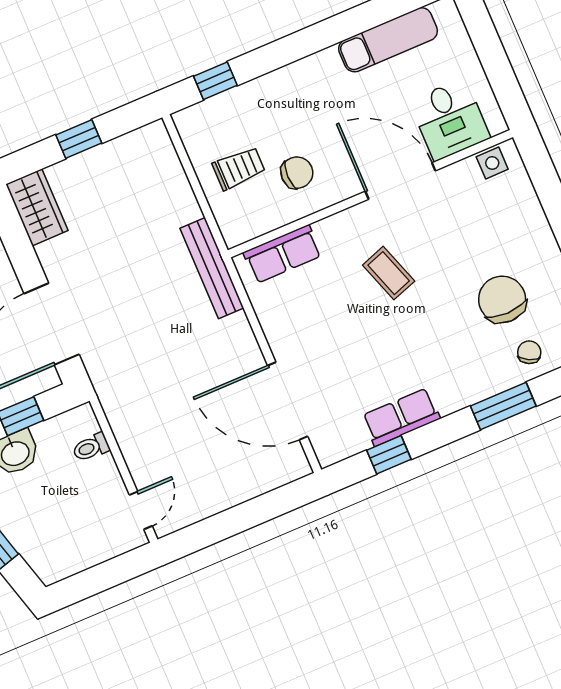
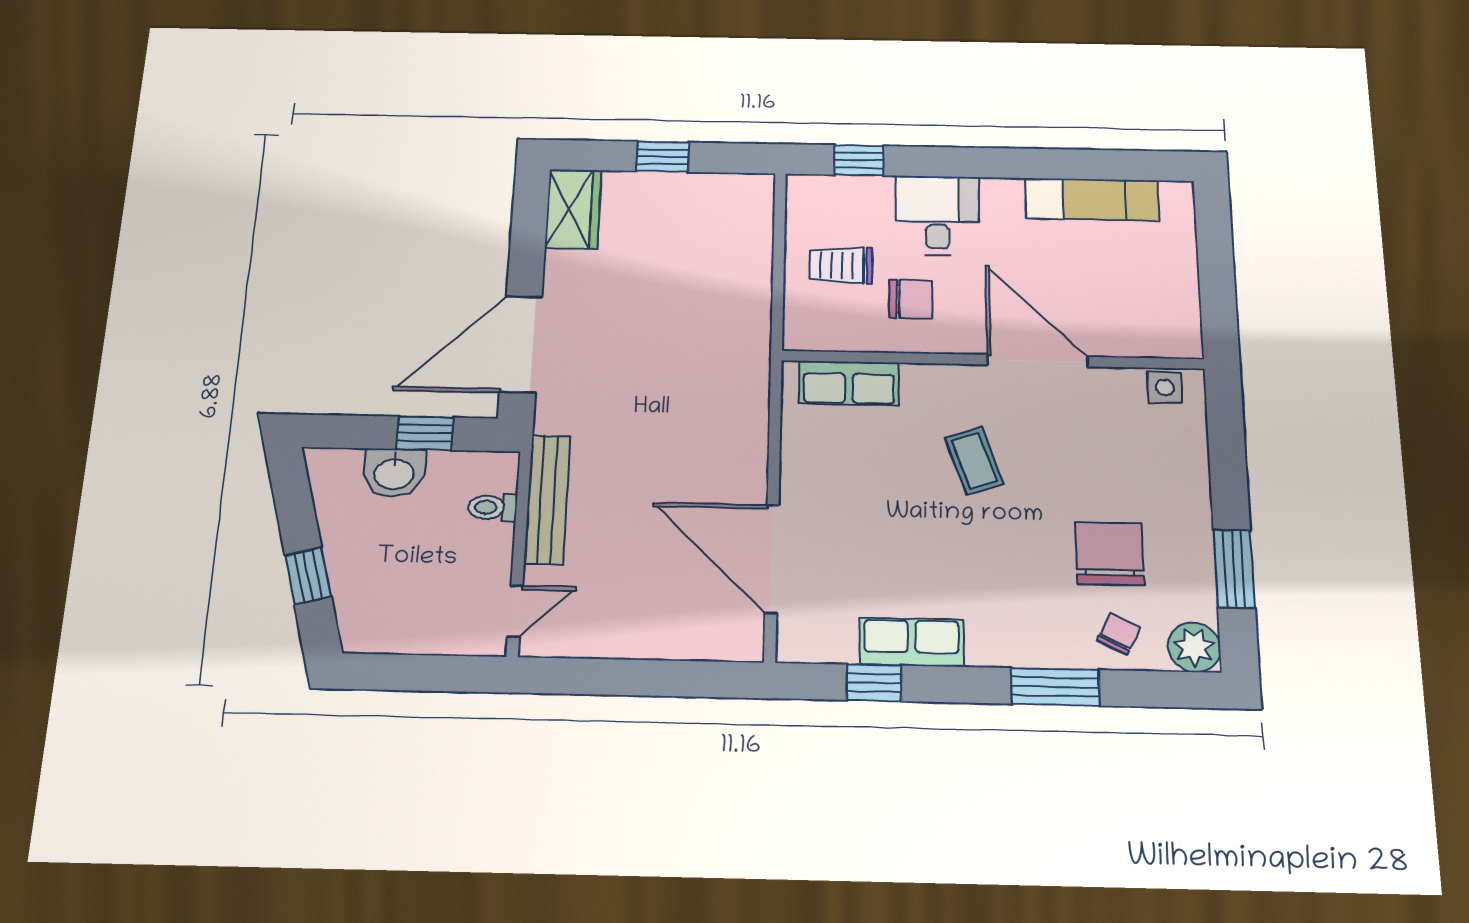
desk: (450, 119) -> (937, 215), moved, turned 180
trolley: (239, 168) -> (841, 265), turned 180
bench: (212, 268) -> (547, 499), moved

